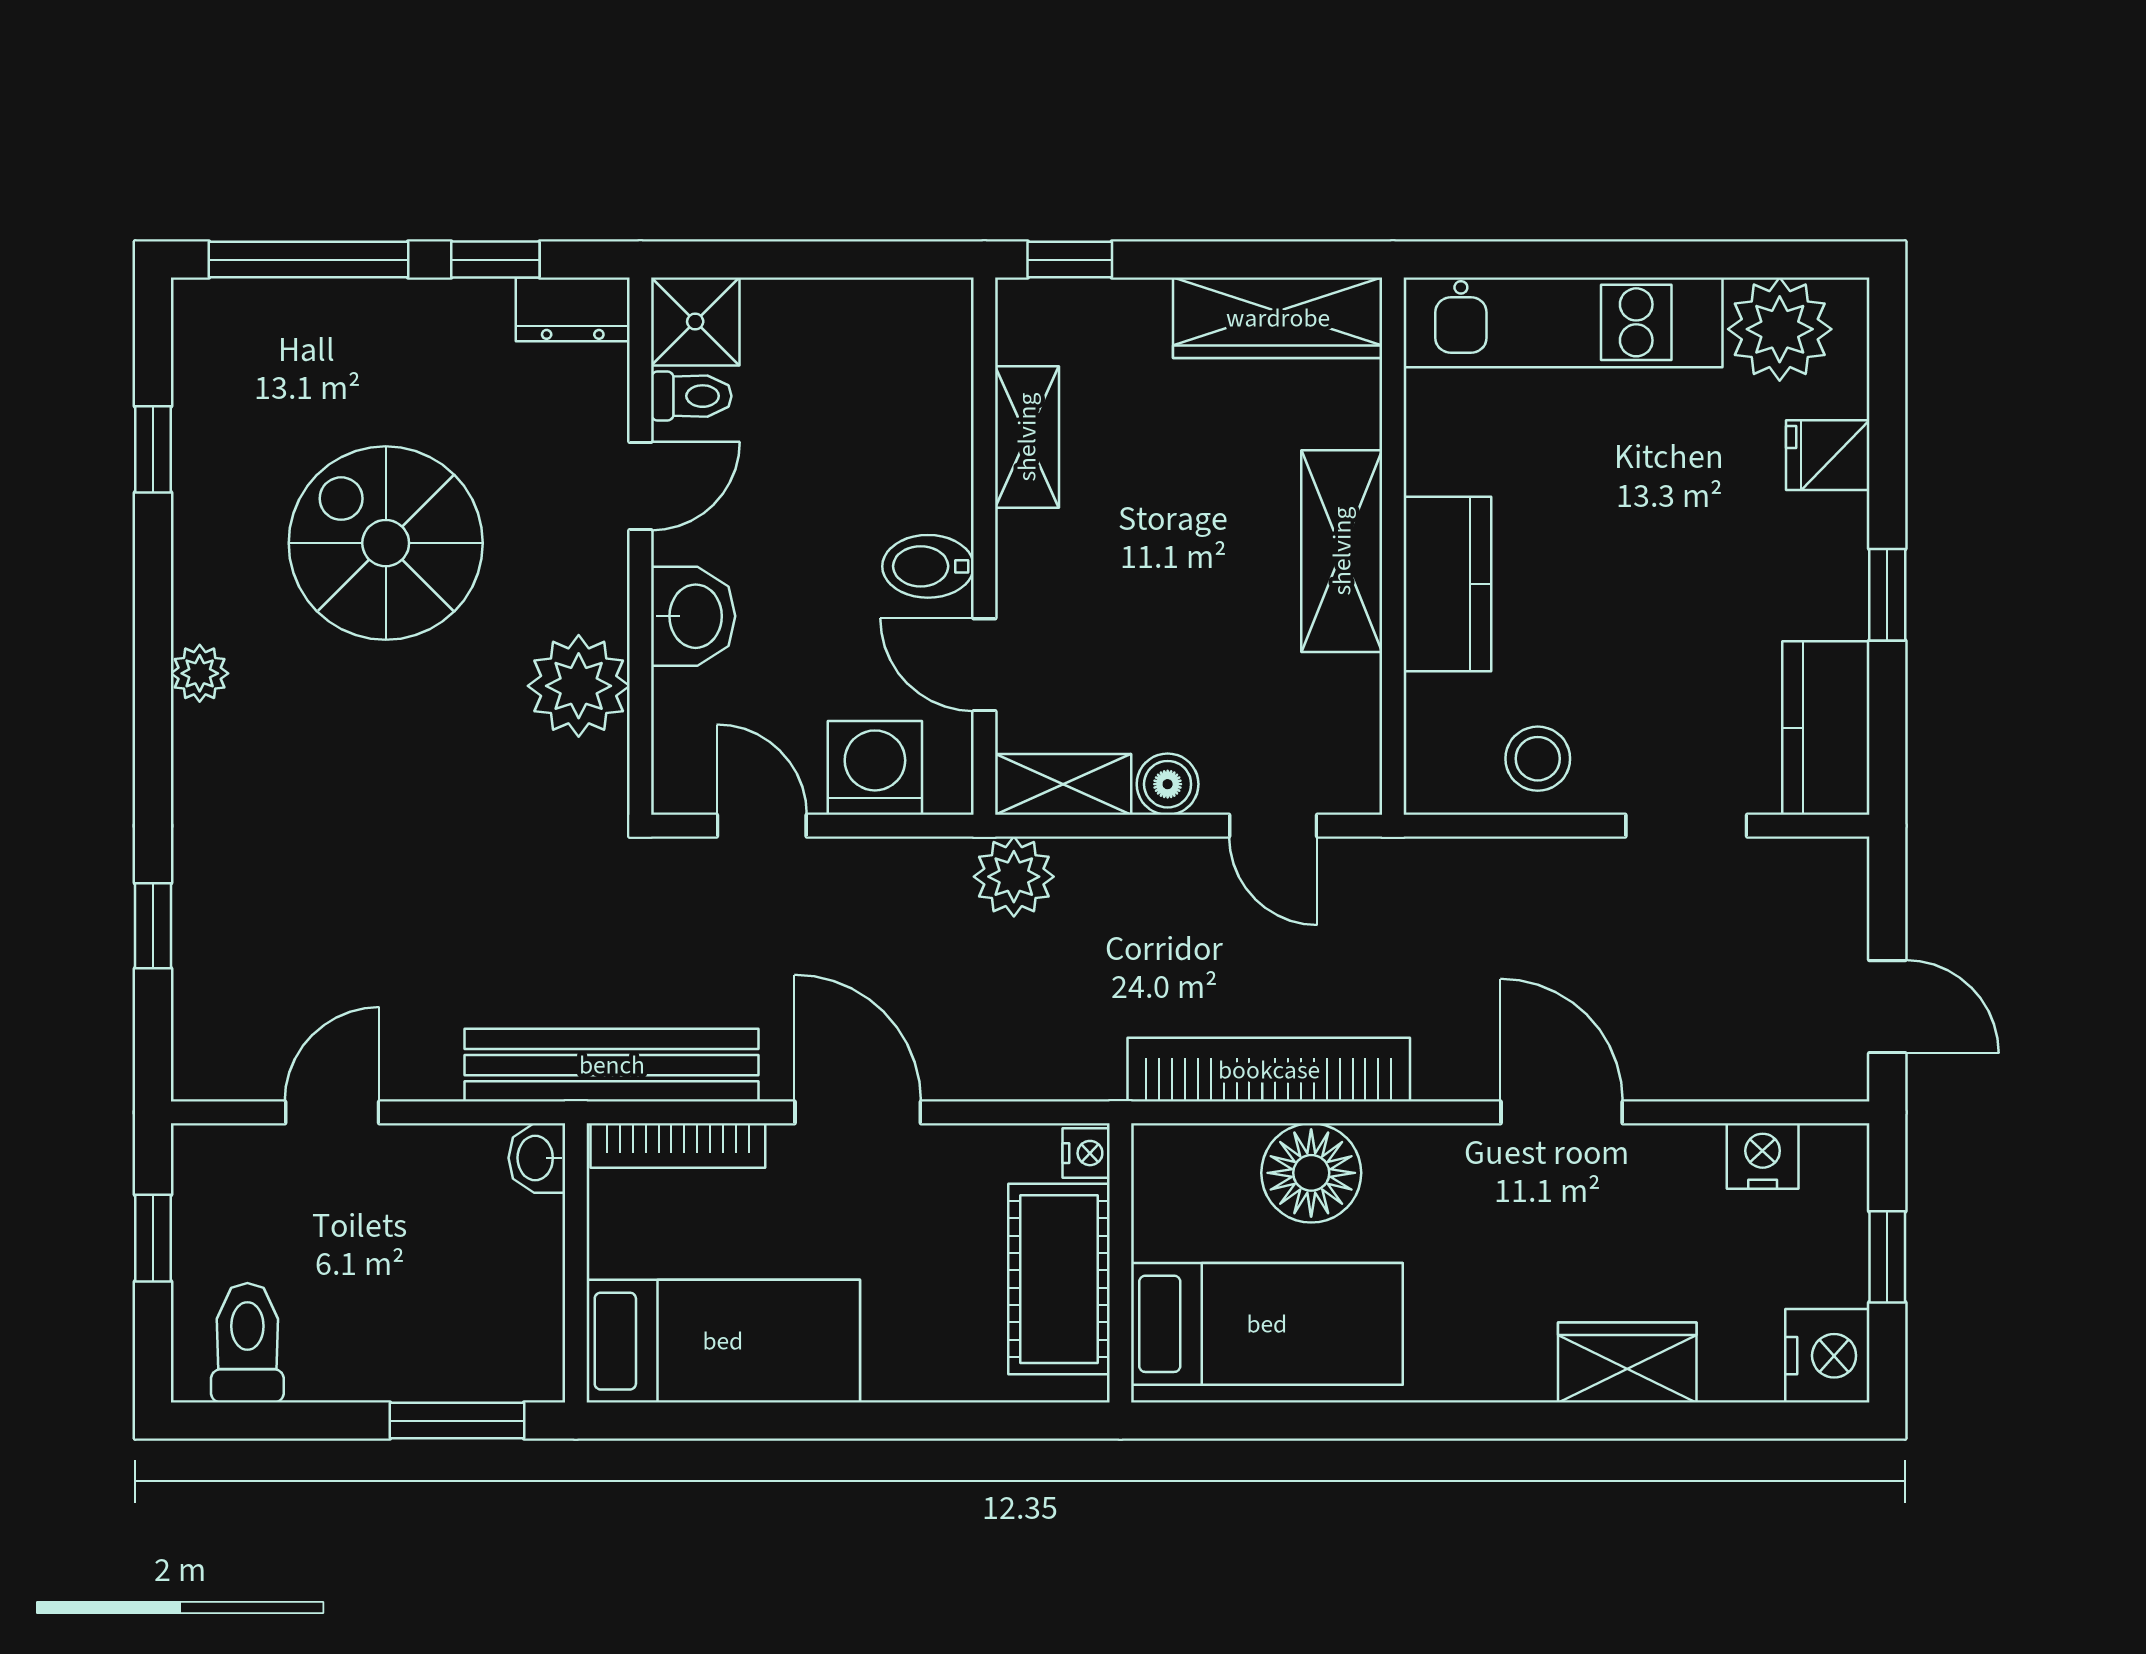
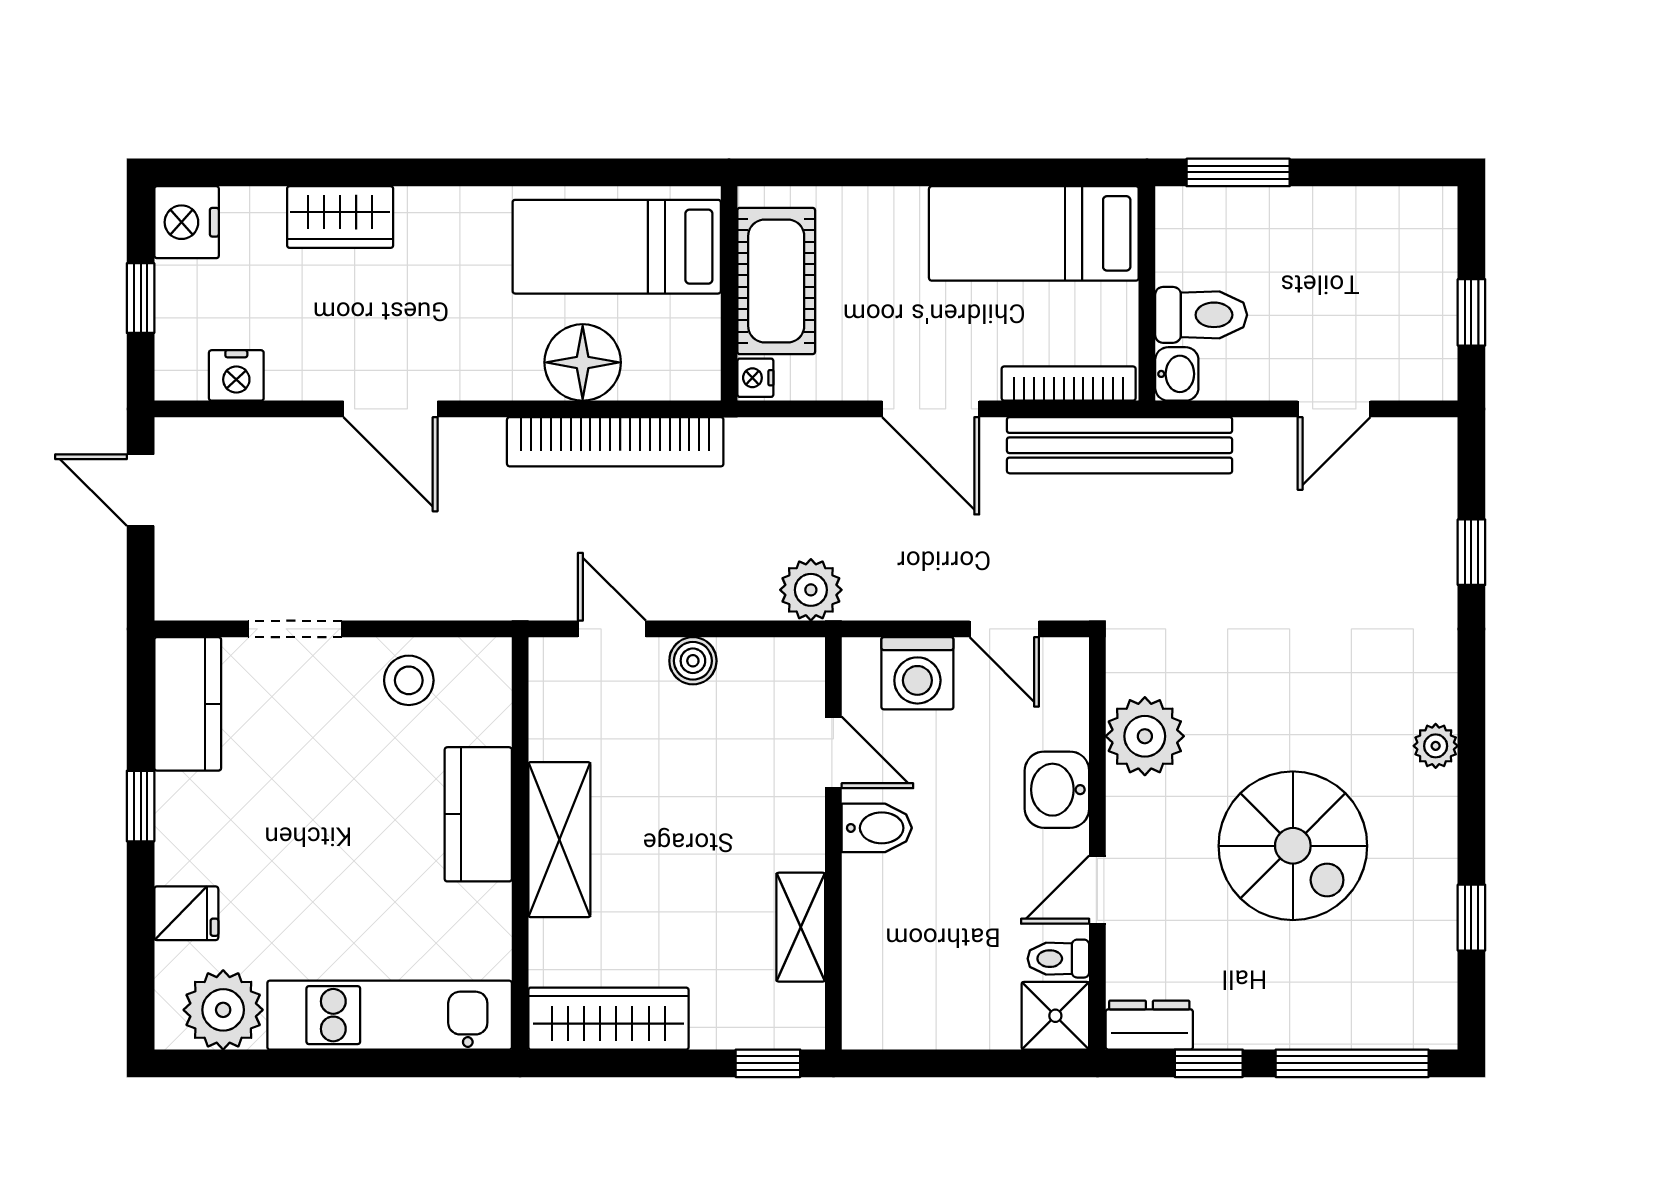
shelving: (1063, 784) -> (773, 661), removed
toilet: (247, 1343) -> (1201, 315), moved, turned -90

